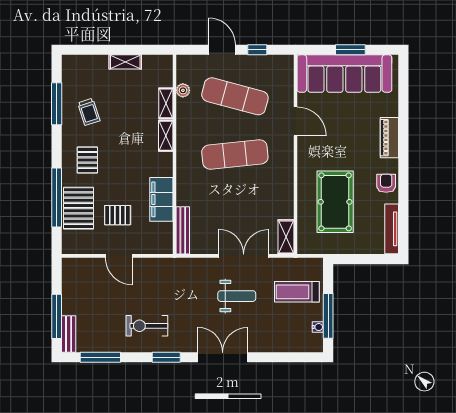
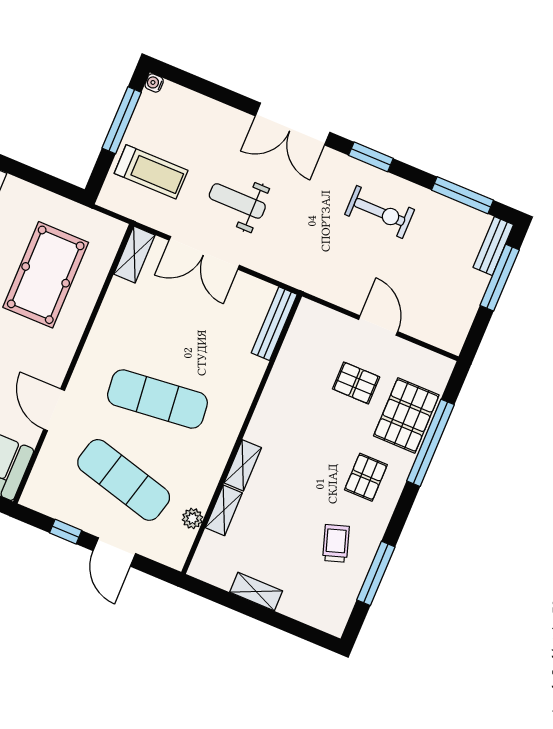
filing cabinet: (161, 199) -> (286, 379), removed
water cooler: (318, 327) -> (154, 83), moved

